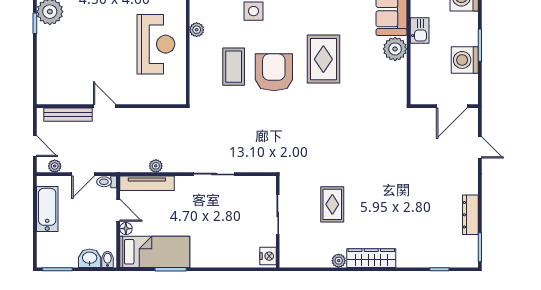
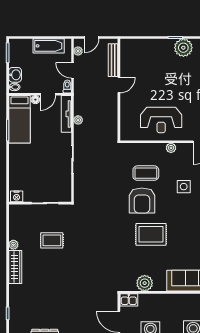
kitchen sink: (420, 30) -> (129, 300), moved
plant: (395, 49) -> (145, 283), moved
armchair: (274, 72) -> (142, 200), turned 90

